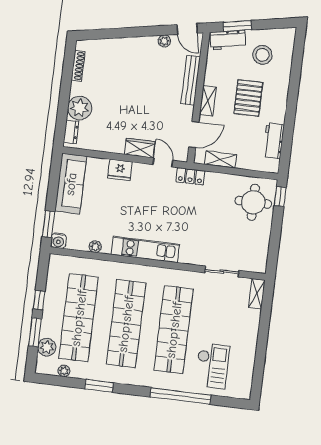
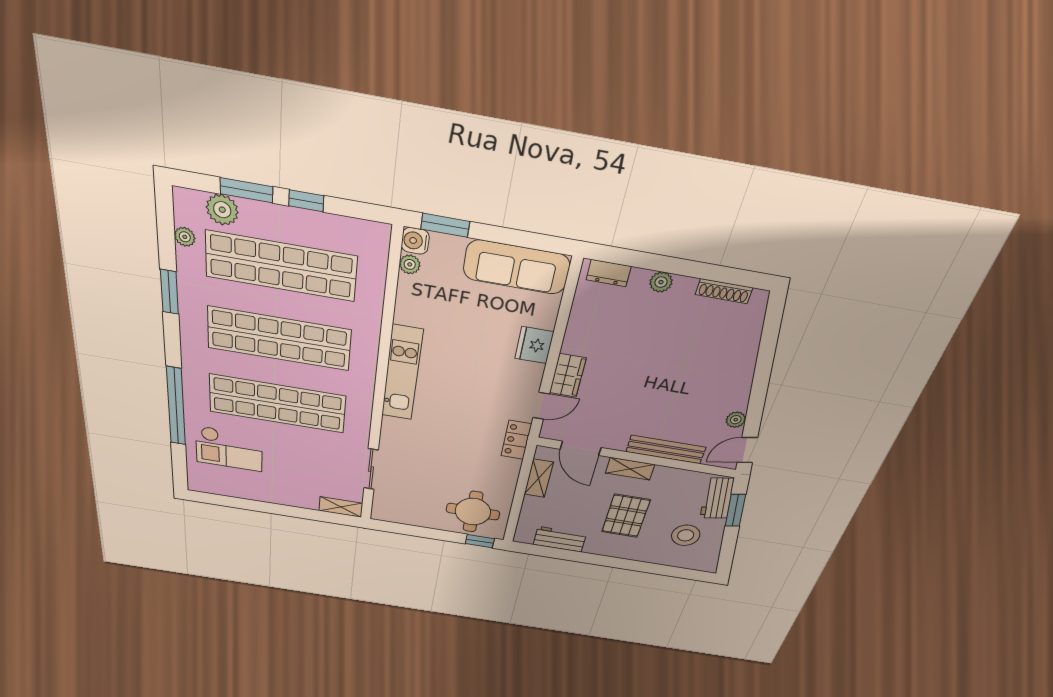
pallet: (248, 98) -> (626, 516), turned 90
plant: (80, 108) -> (661, 282), width x0.53, depth x0.53
plant: (95, 247) -> (410, 264), moved

